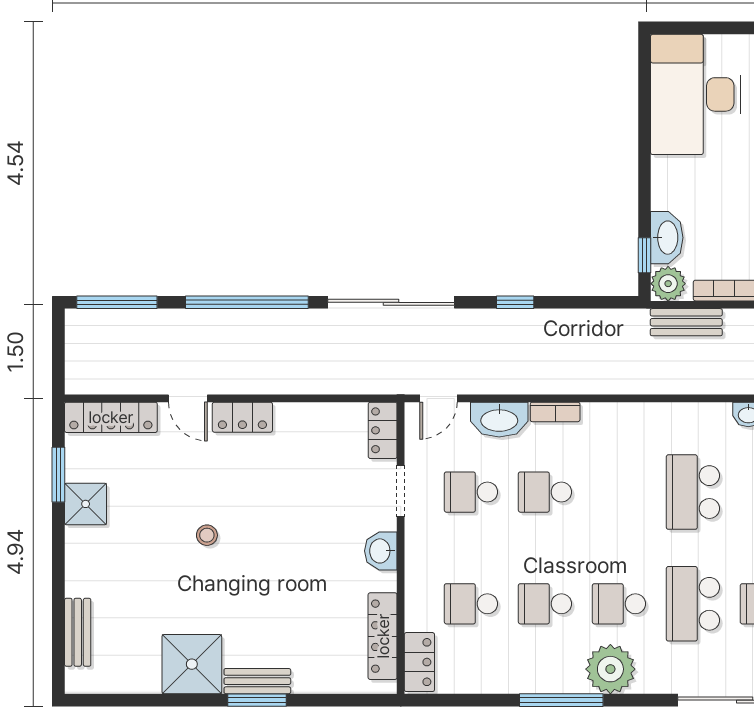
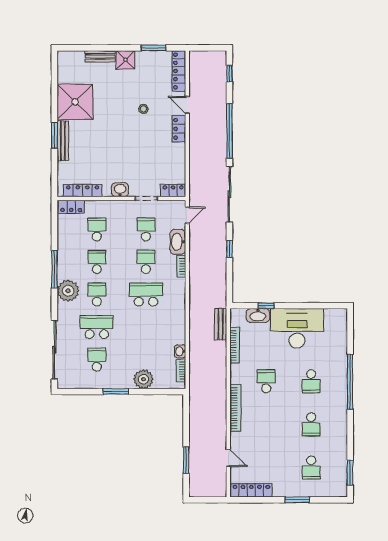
desk: (696, 94) -> (297, 328), moved
window: (644, 255) -> (266, 306), moved
plant: (668, 284) -> (238, 316), removed
window: (117, 302) -> (229, 74), width x0.46
door: (188, 398) -> (187, 105), hinge flipped
door: (438, 398) -> (187, 215), swing flipped
school desk: (693, 492) -> (146, 294), moved
shower: (86, 504) -> (125, 60), moved
stool: (207, 535) -> (143, 109), moved
bench: (78, 632) -> (100, 56), moved
shower: (192, 664) -> (75, 102), width x1.37, depth x1.37
bench: (257, 681) -> (63, 141), width x1.36

